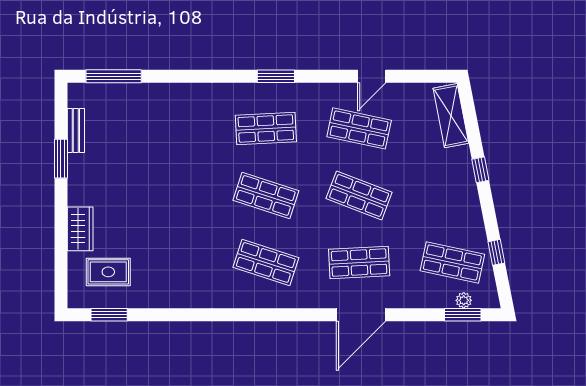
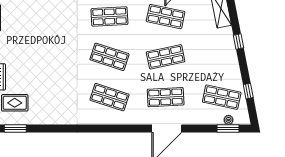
shop shelf: (359, 195) -> (166, 57), turned -33

